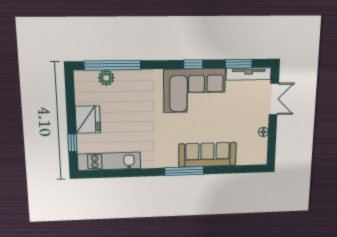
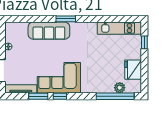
window: (239, 64) -> (38, 96), moved
fridge: (88, 120) -> (133, 70), moved
window: (184, 171) -> (66, 19), width x0.69

